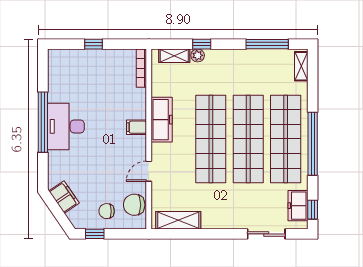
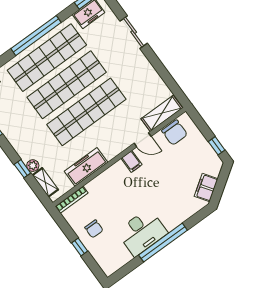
freezer: (162, 120) -> (86, 167), moved
desk: (66, 126) -> (142, 232), moved
filing cabinet: (136, 127) -> (132, 161), moved
chair: (107, 211) -> (94, 229), moved
shelving: (178, 220) -> (162, 113), moved, turned 90
sliding door: (266, 234) -> (134, 32), moved

